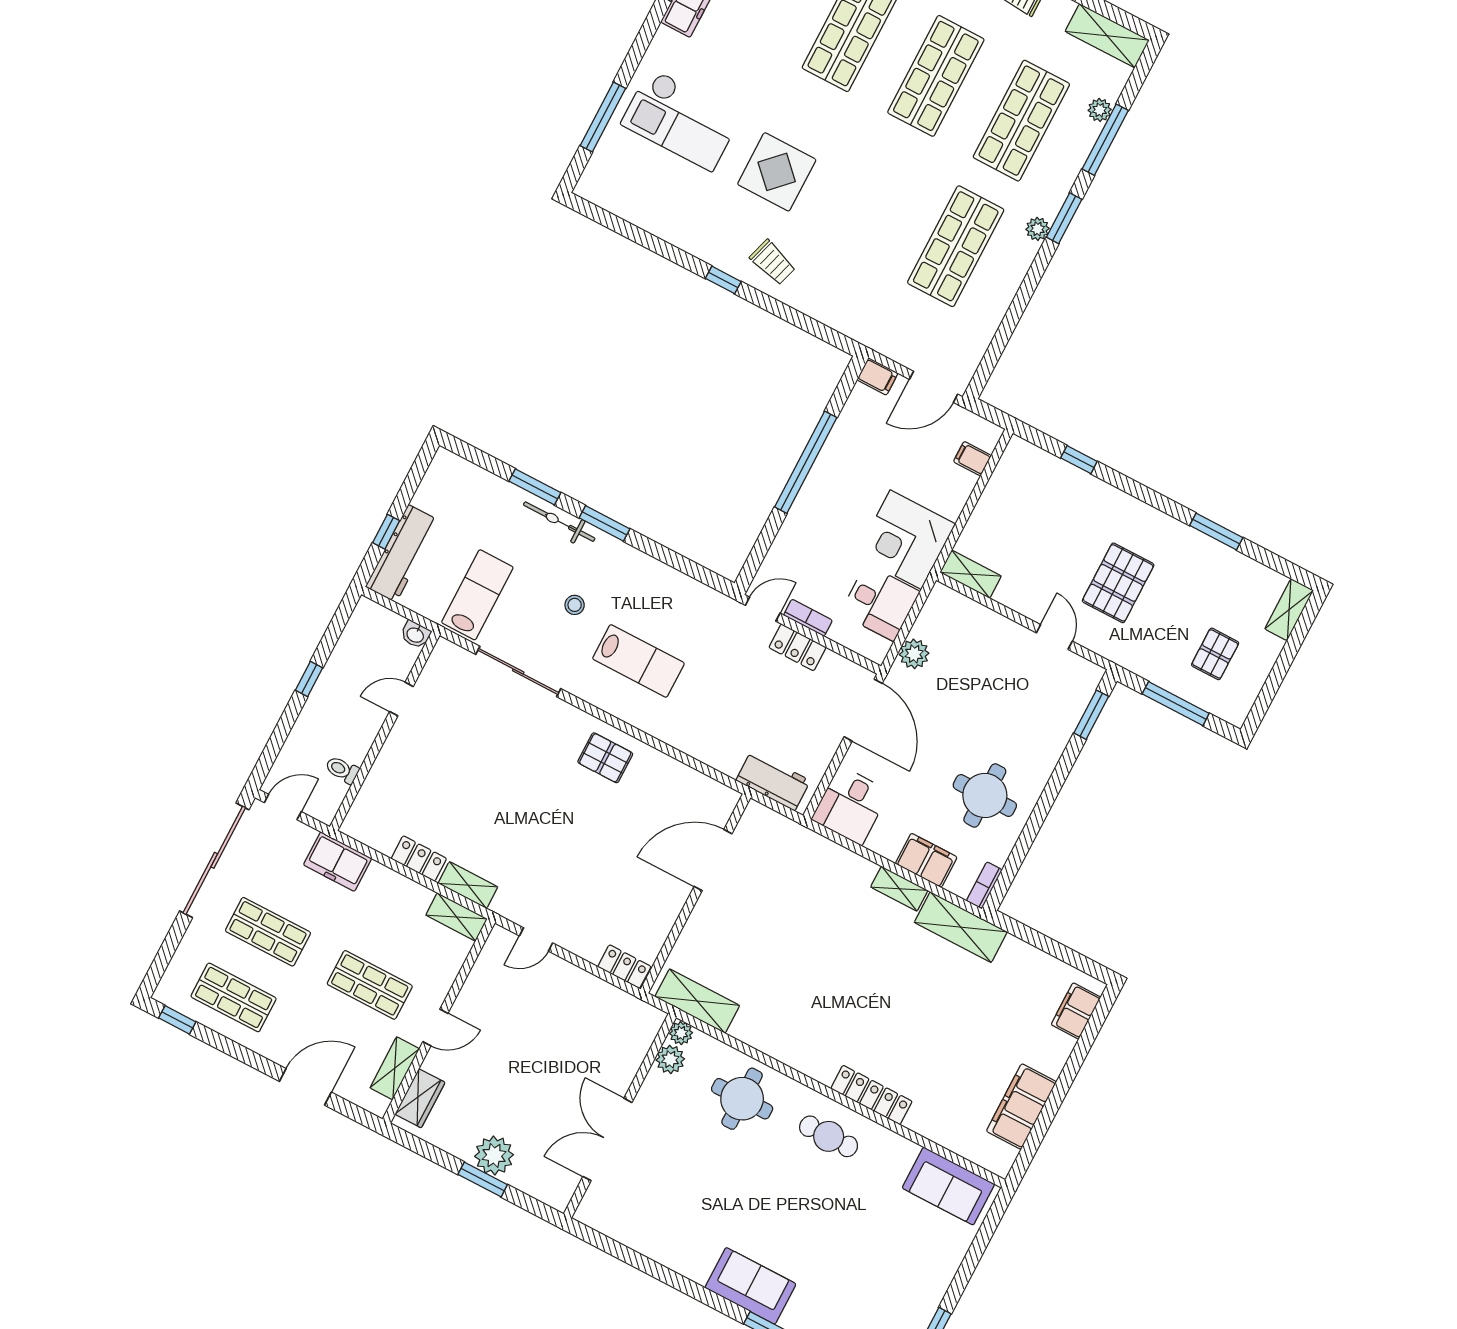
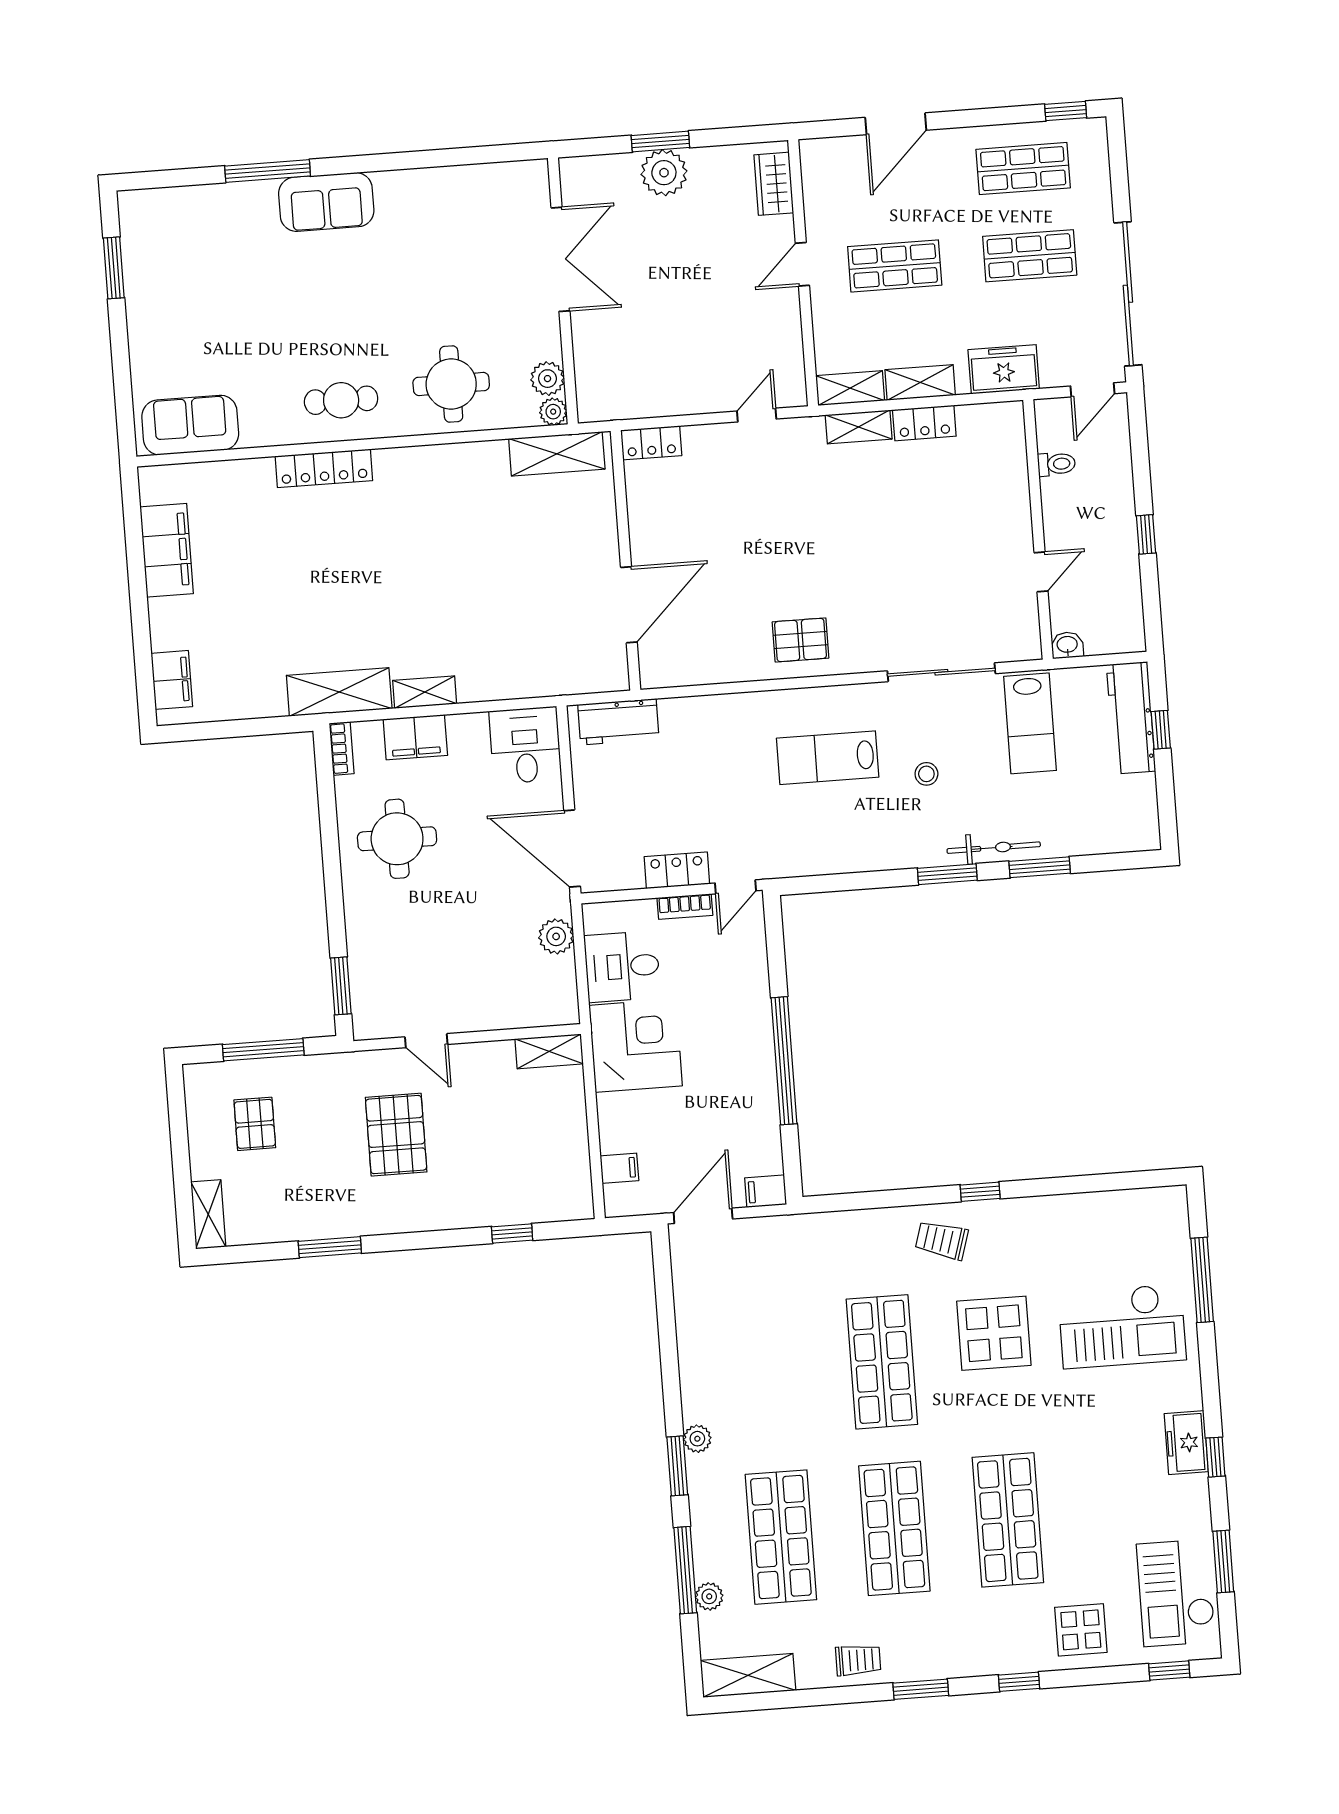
checkout: (681, 120) -> (1122, 1326), turned 180
shop shelf: (956, 246) -> (882, 1362), moved
shelving: (395, 1068) -> (920, 382), moved, turned 90

